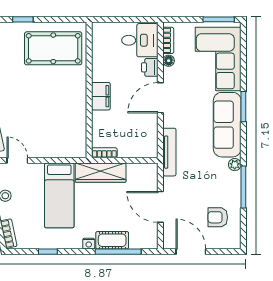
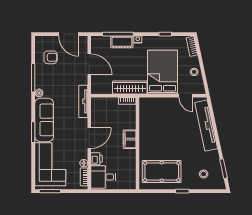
bed: (59, 195) -> (163, 72), width x1.50

